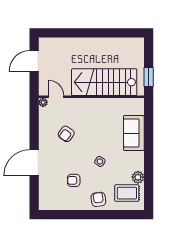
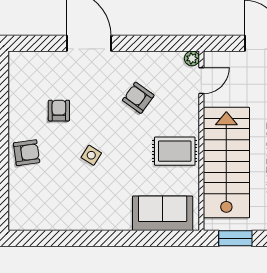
sofa: (134, 133) -> (163, 213), moved
plant: (138, 177) -> (64, 220), removed
rug: (127, 193) -> (175, 151), moved, turned 90

